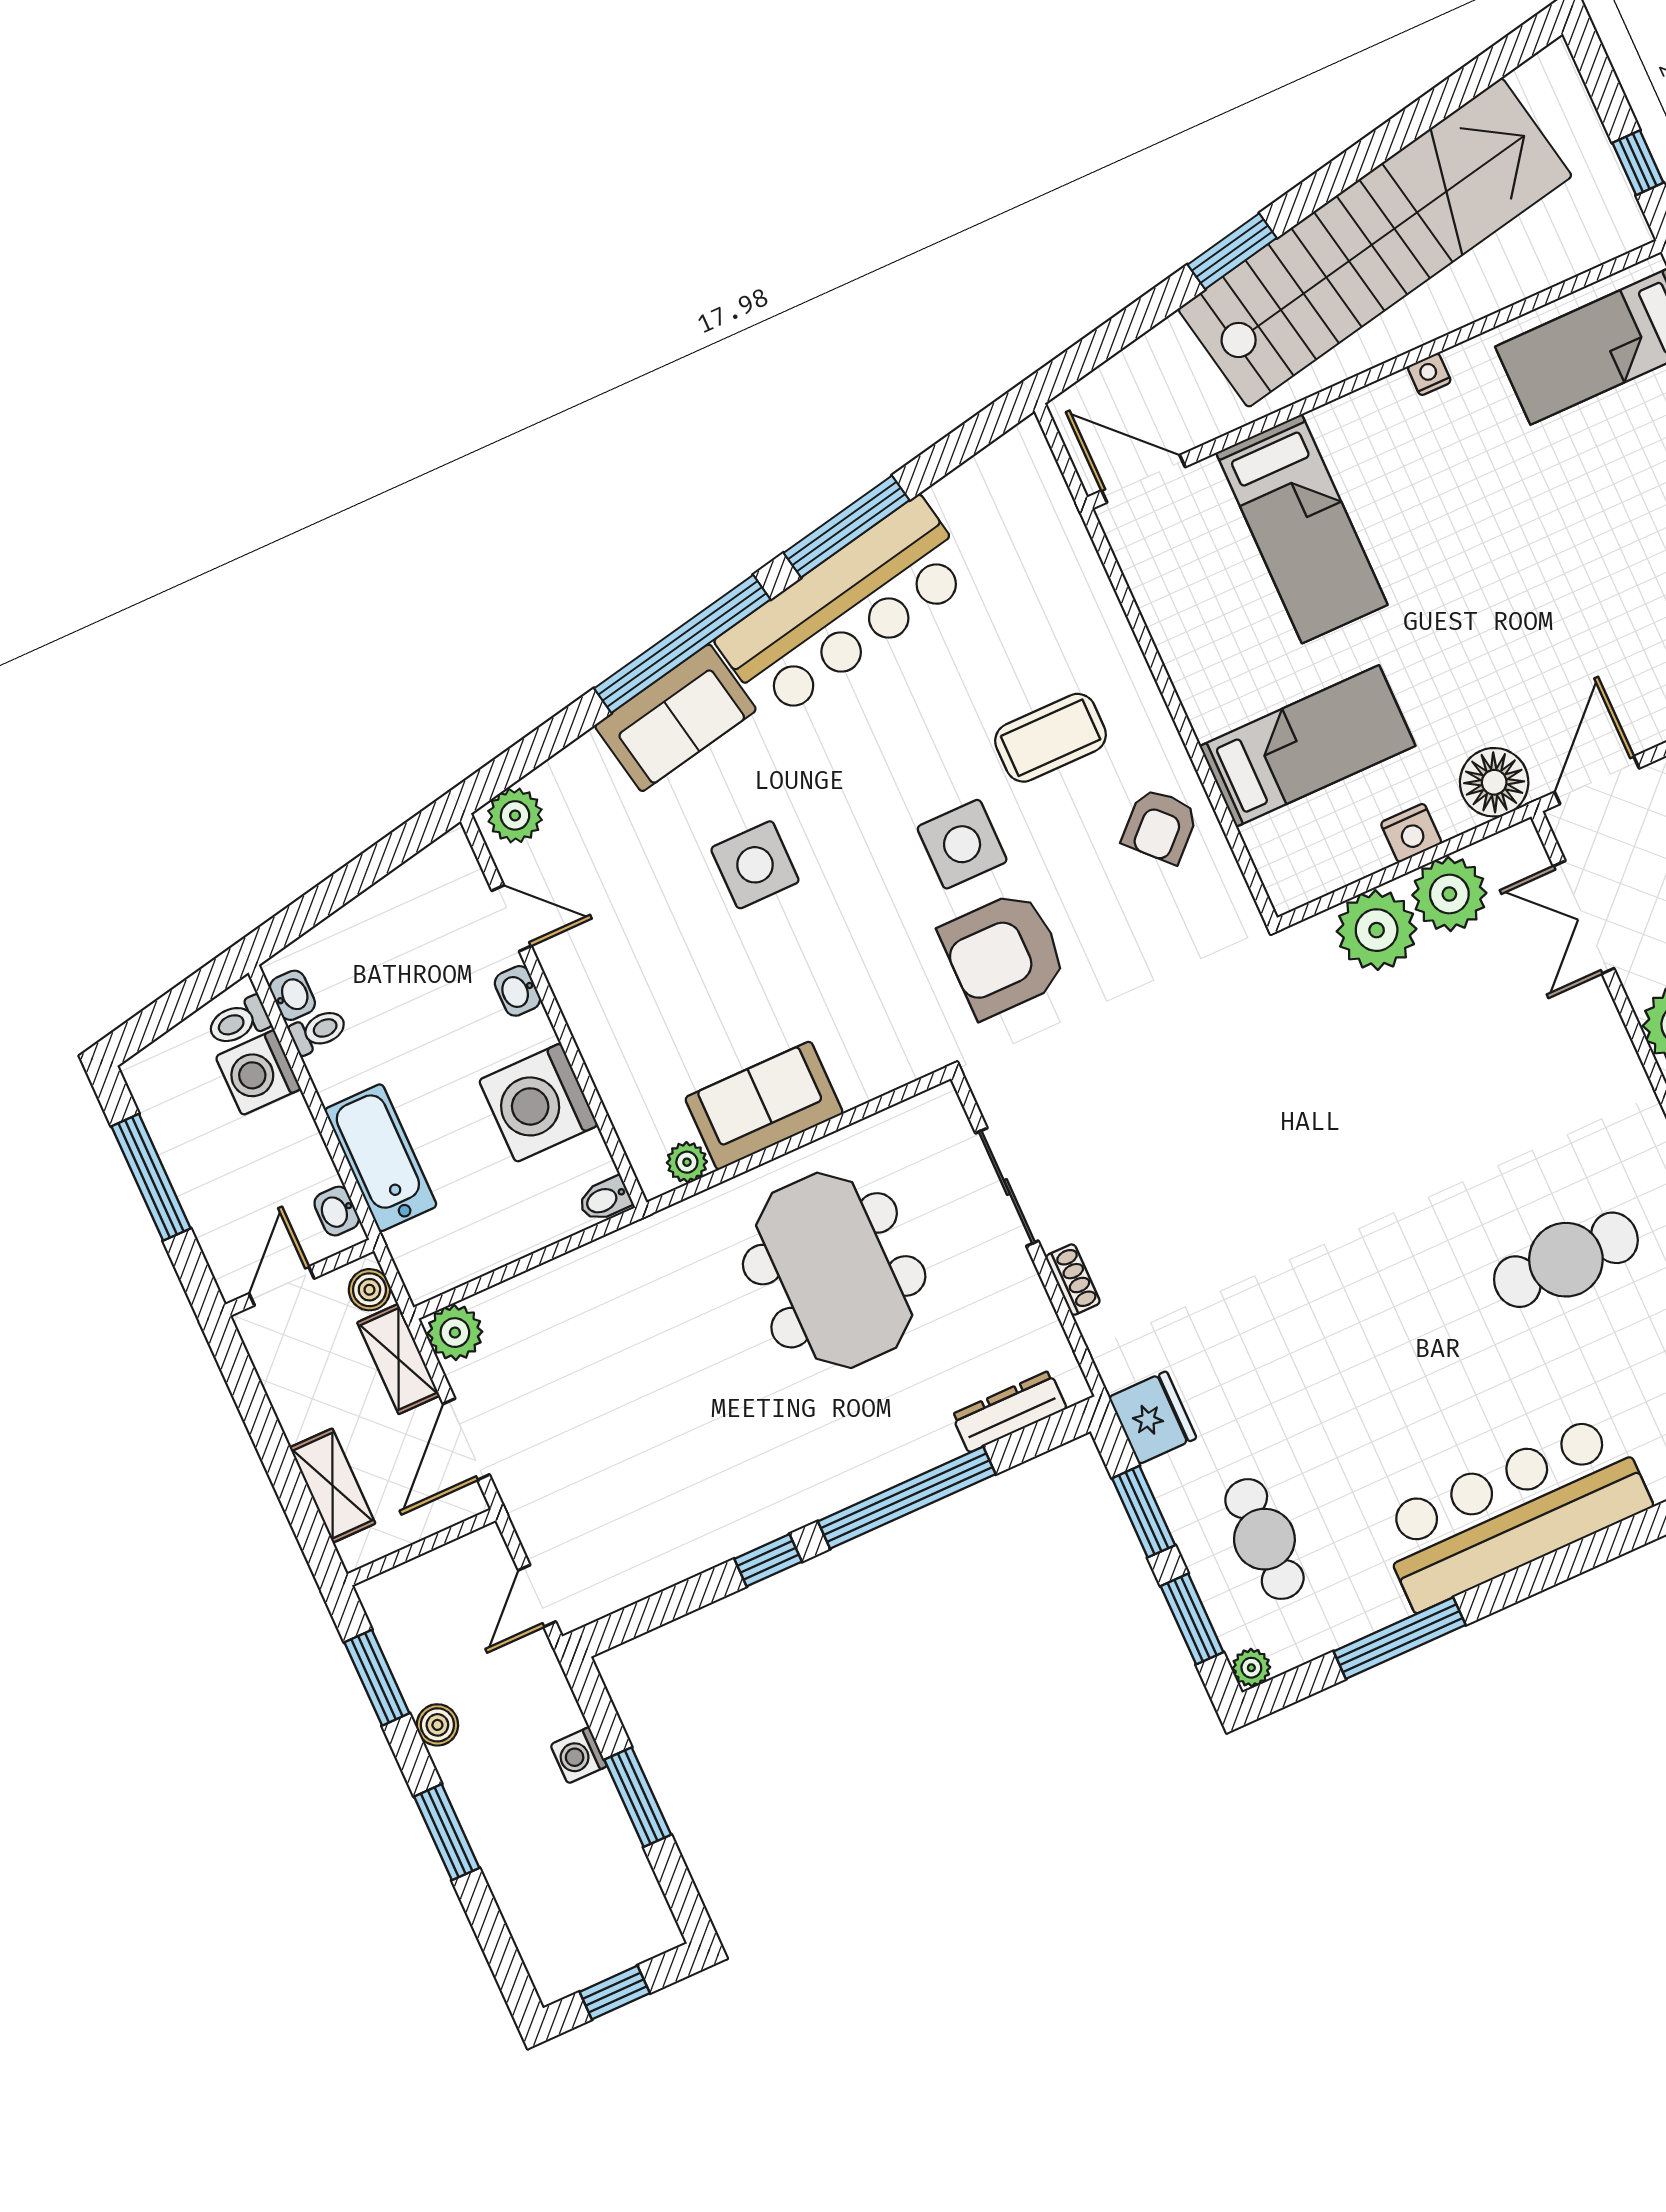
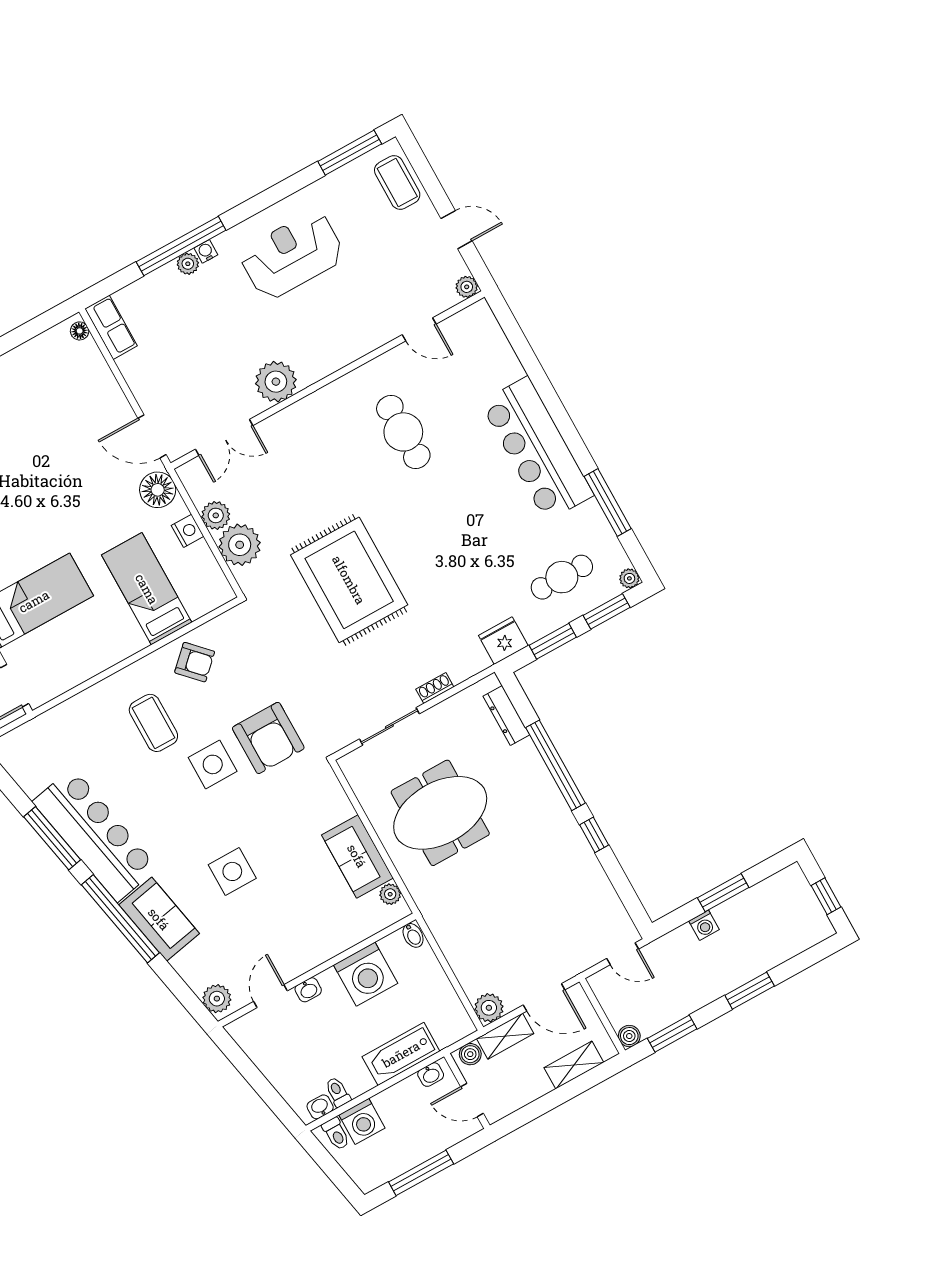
plant: (1449, 894) -> (216, 515), width x0.73, depth x0.73
rug: (1292, 1133) -> (349, 580), added
boiler: (437, 1725) -> (629, 1036), moved

